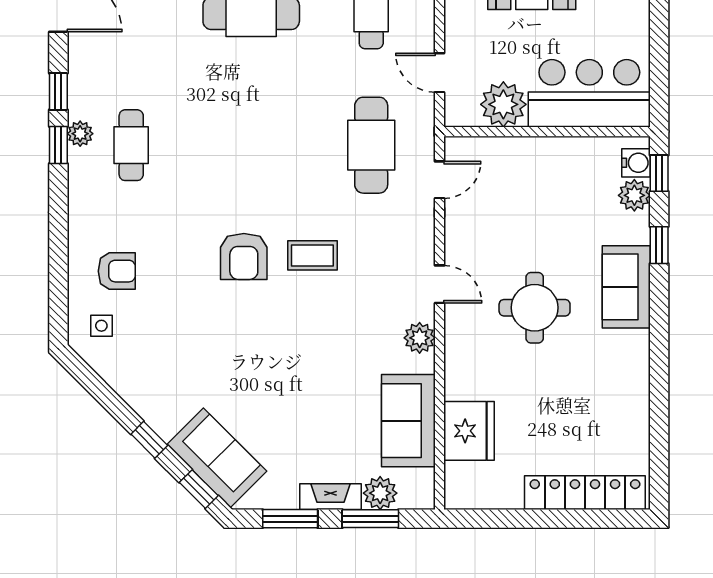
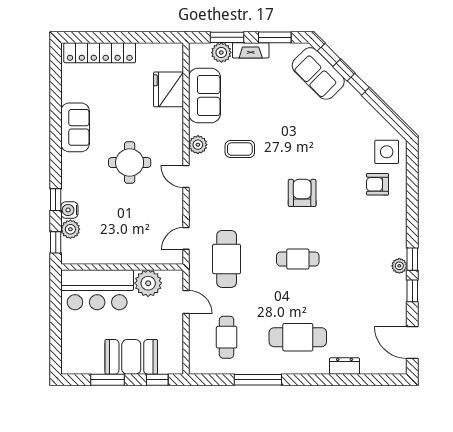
cafe table: (131, 145) -> (298, 259), moved, turned 90
water cooler: (636, 163) -> (69, 210), moved
coffee table: (312, 255) -> (240, 149), moved
sofa: (626, 287) -> (75, 127), moved
side table: (101, 326) -> (387, 152), width x1.87, depth x1.87

